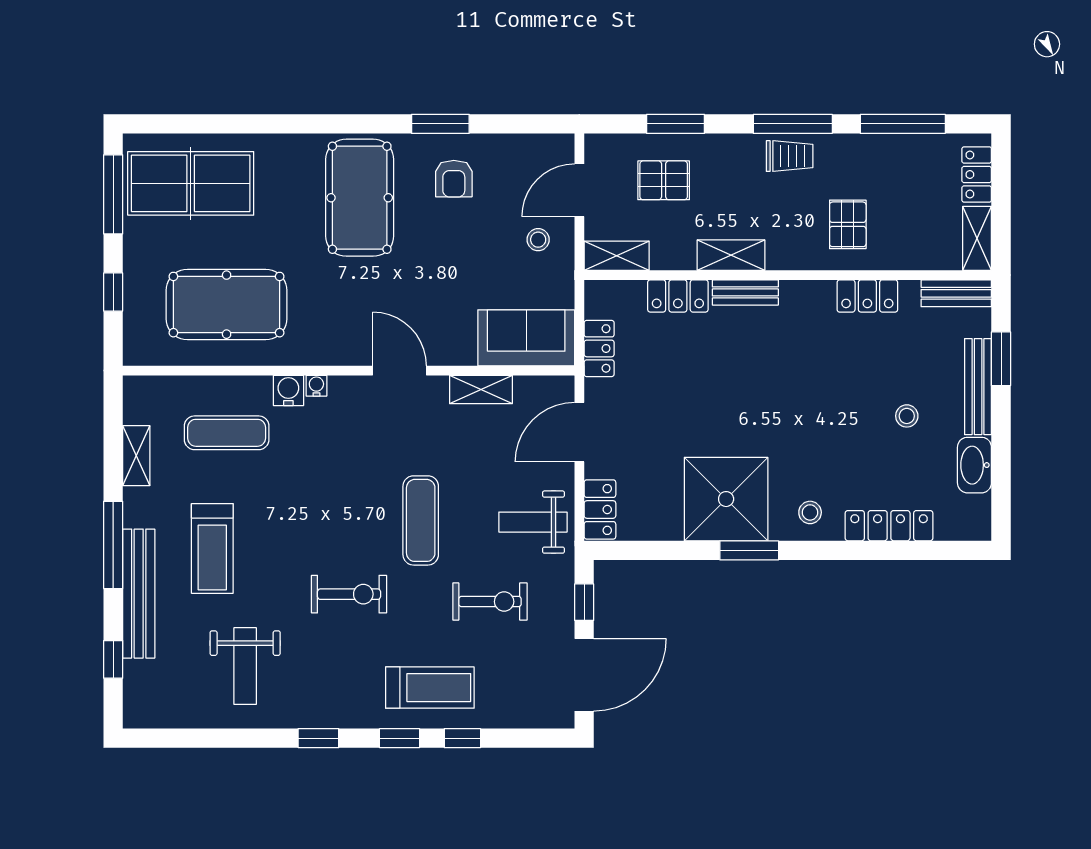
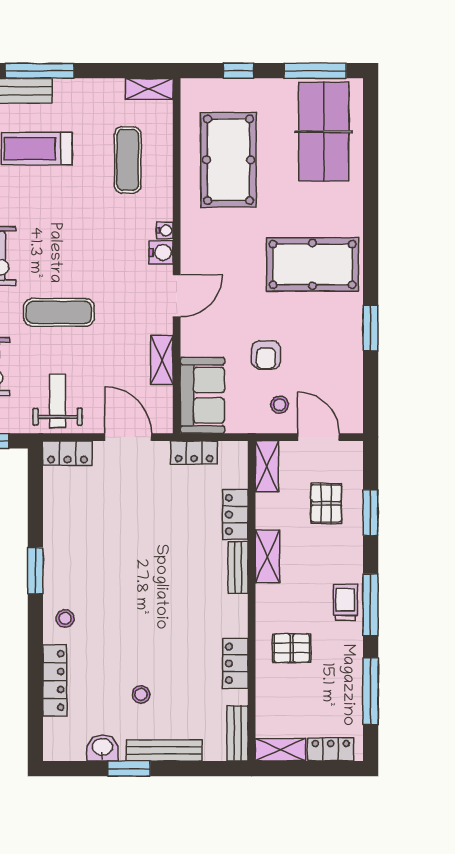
trolley: (790, 156) -> (345, 602), turned 180
armchair: (454, 179) -> (266, 355), moved, turned -90
window: (1001, 359) -> (129, 769), moved
water cooler: (288, 390) -> (161, 253), moved
shelving: (136, 456) -> (149, 89), moved
washbasin: (974, 465) -> (102, 748), width x0.72
shower: (726, 499) -> (76, 552), removed

